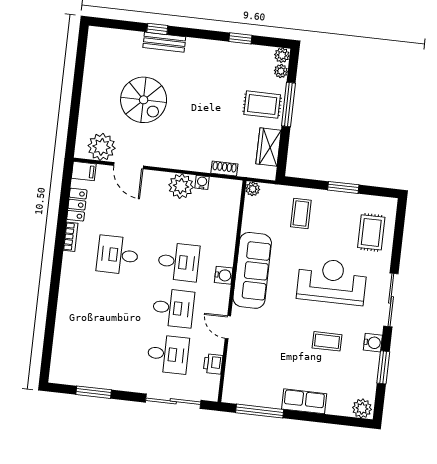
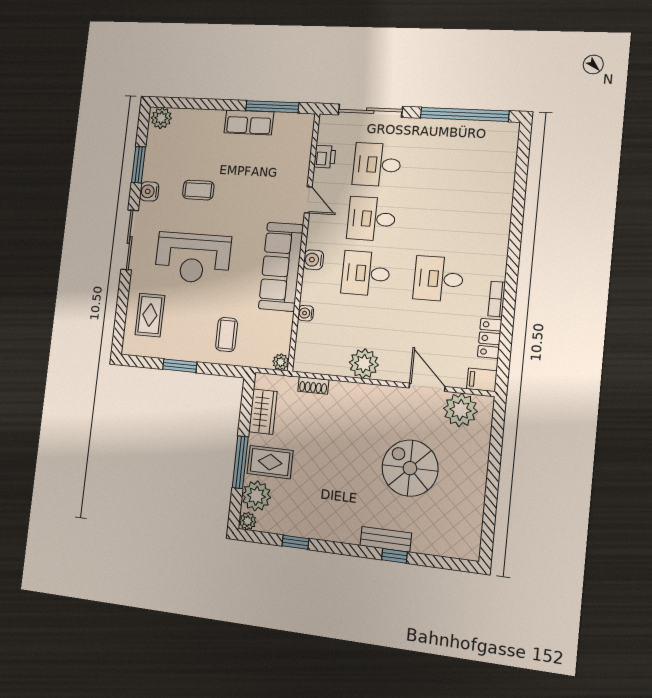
plant: (281, 71) -> (256, 496), width x1.87, depth x1.87
water cooler: (202, 182) -> (306, 313), moved, turned 90
desk: (118, 255) -> (438, 279), turned 180
window: (94, 392) -> (464, 114), width x2.11
row of seats: (304, 401) -> (249, 122), moved

